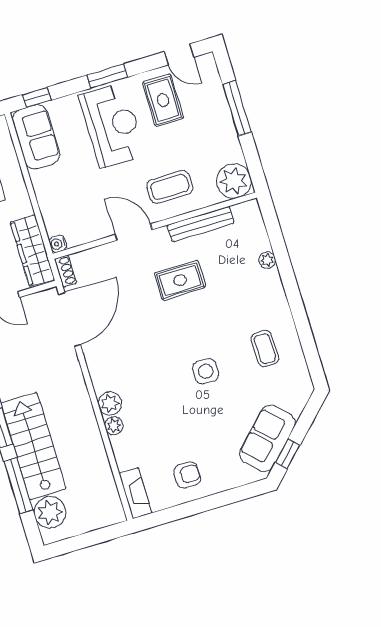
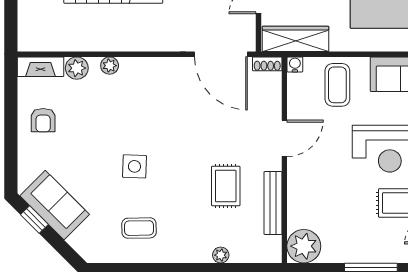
coffee table: (170, 187) -> (337, 85), moved
rug: (180, 280) -> (226, 186), moved
plant: (110, 403) -> (77, 68), moved

